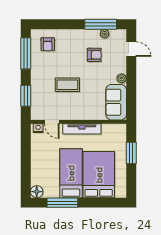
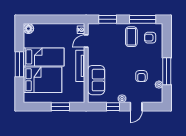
window: (101, 24) -> (167, 71), moved
door: (131, 49) -> (136, 107), moved
coffee table: (67, 85) -> (131, 37), moved
window: (131, 89) -> (113, 107), added
sofa: (116, 102) -> (96, 80), moved, turned 90
window: (62, 203) -> (19, 64), moved

